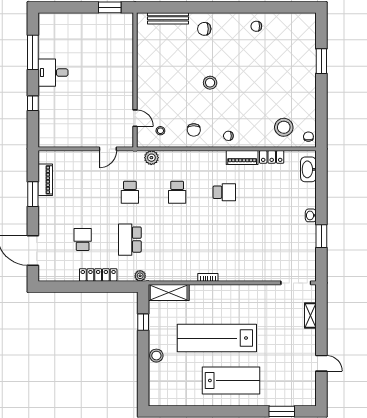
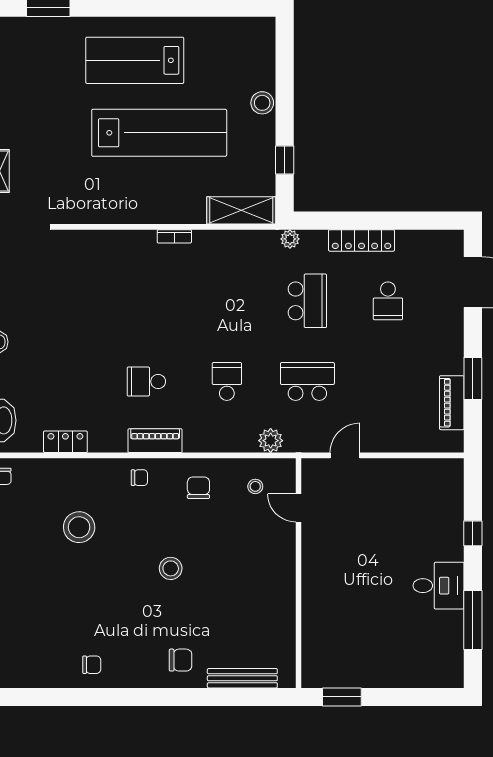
stool: (284, 127) -> (79, 527), moved
piano: (242, 158) -> (155, 441), moved
school desk: (130, 192) -> (307, 381), width x1.85

